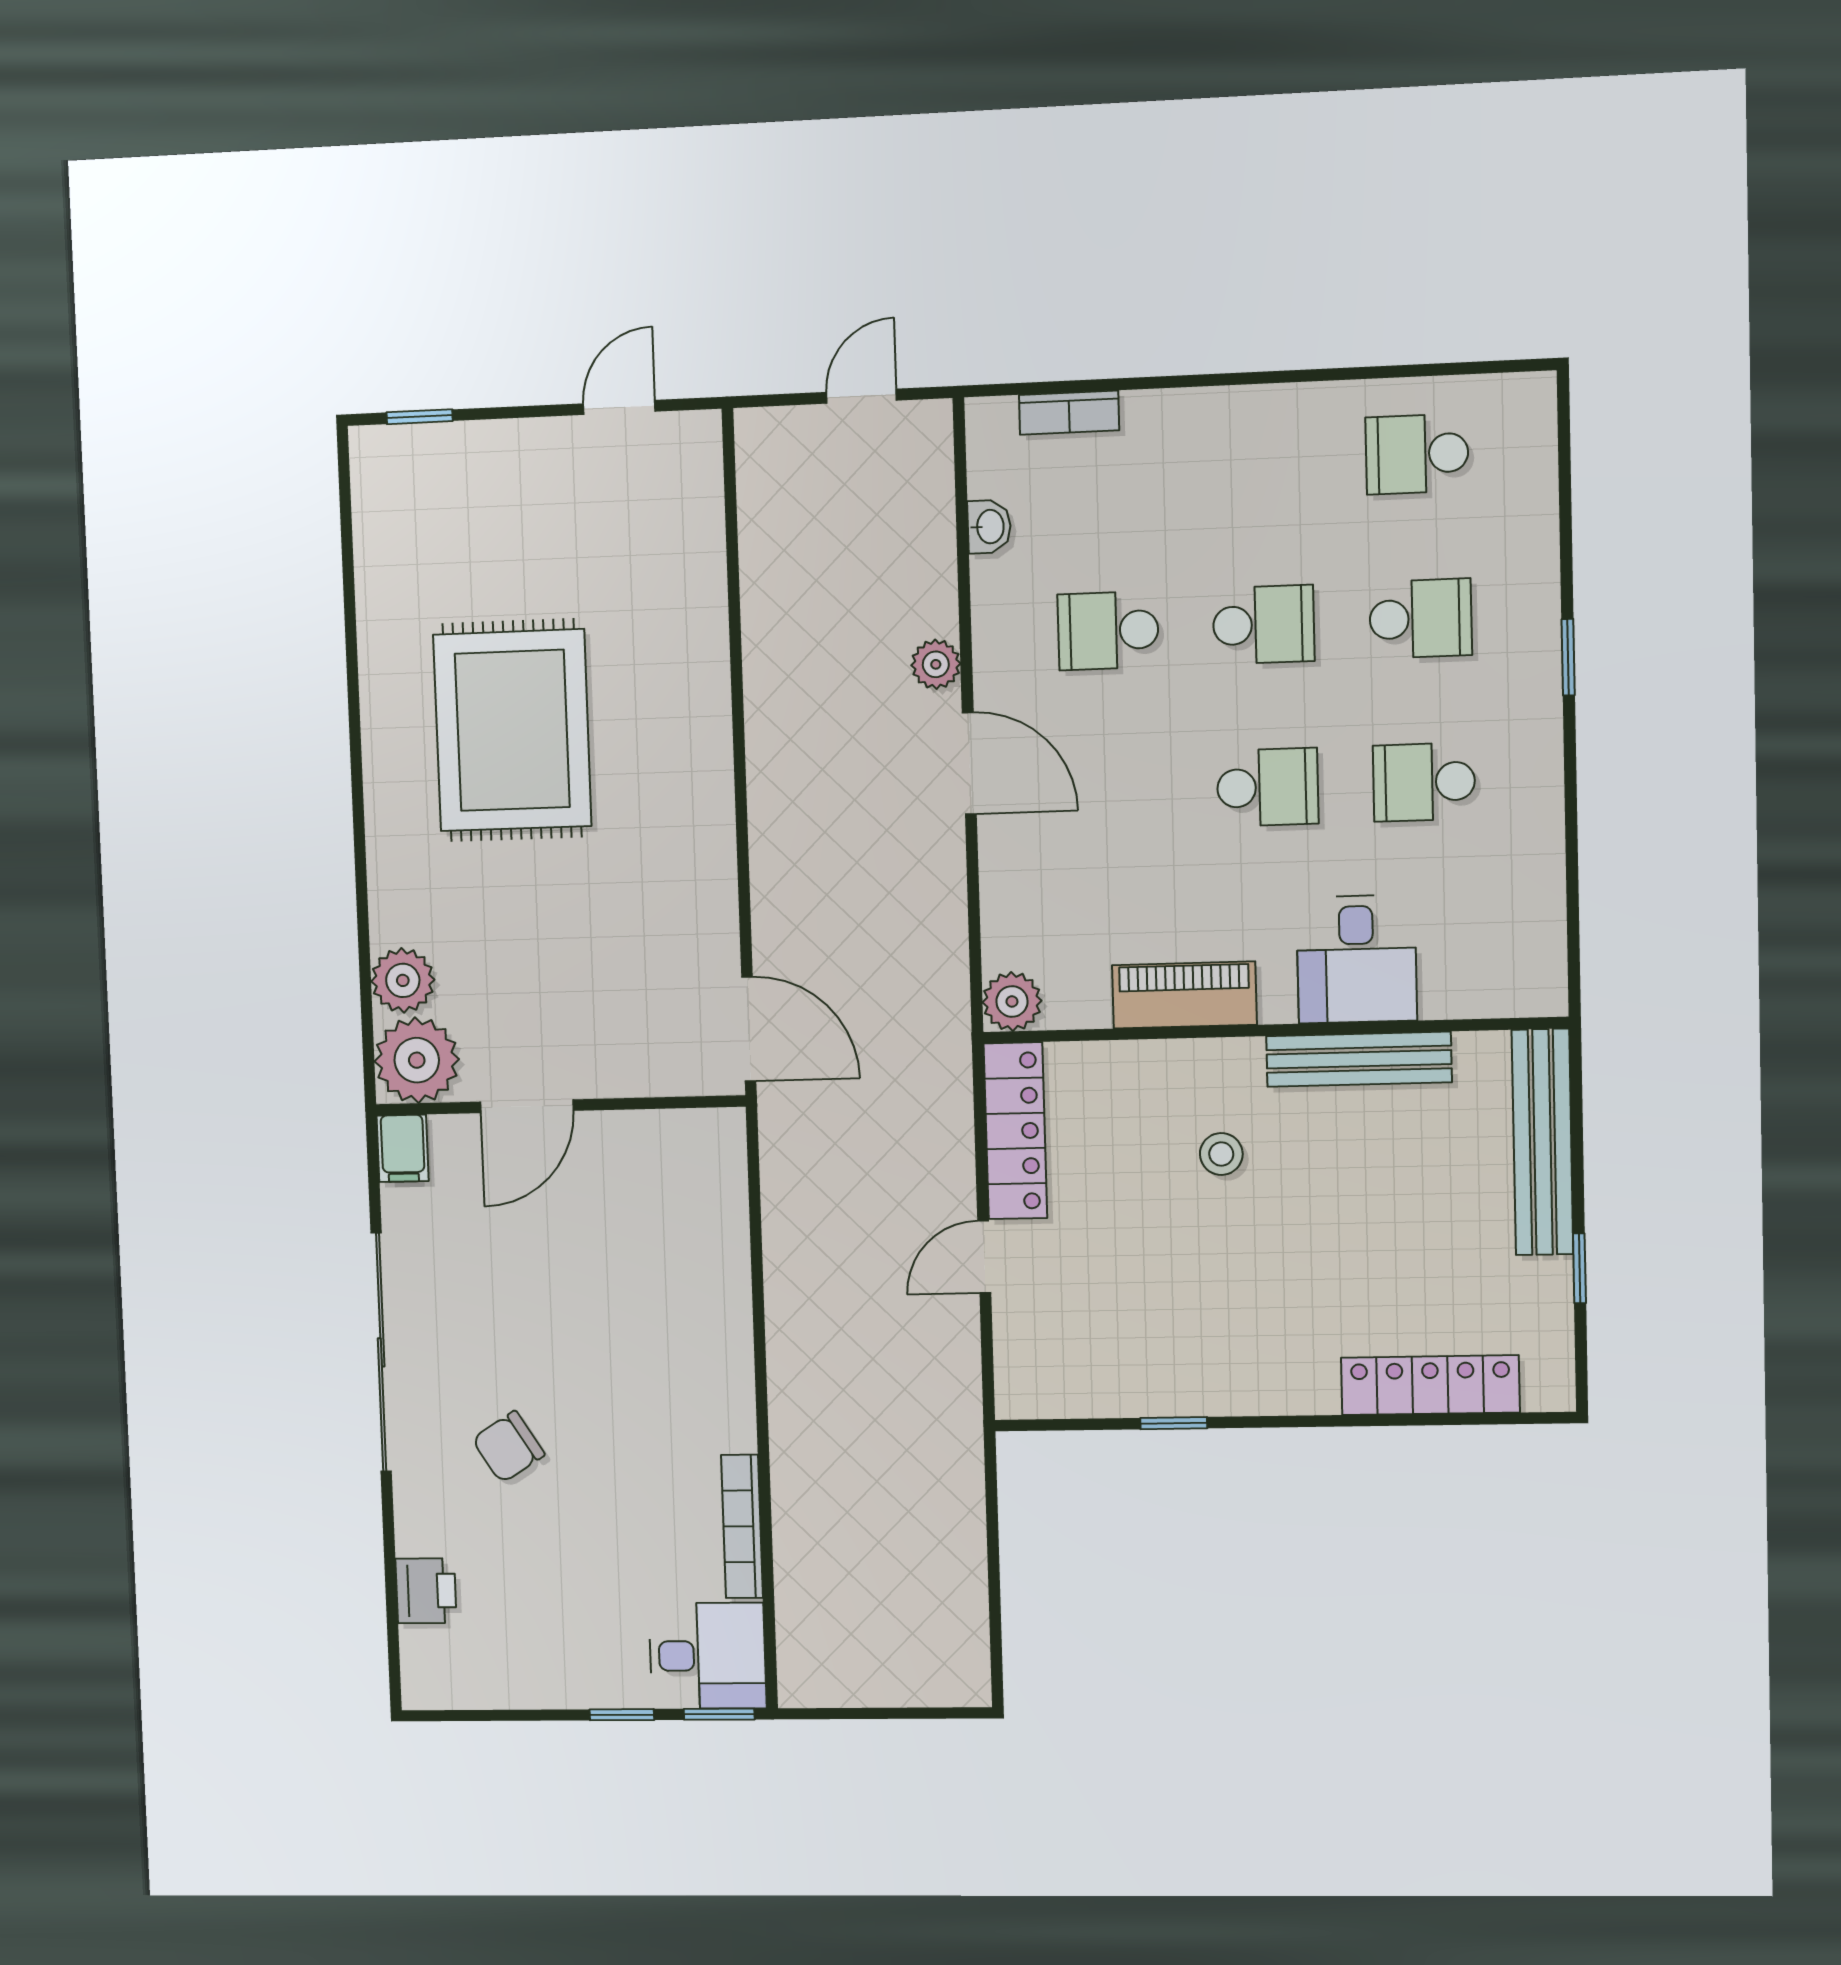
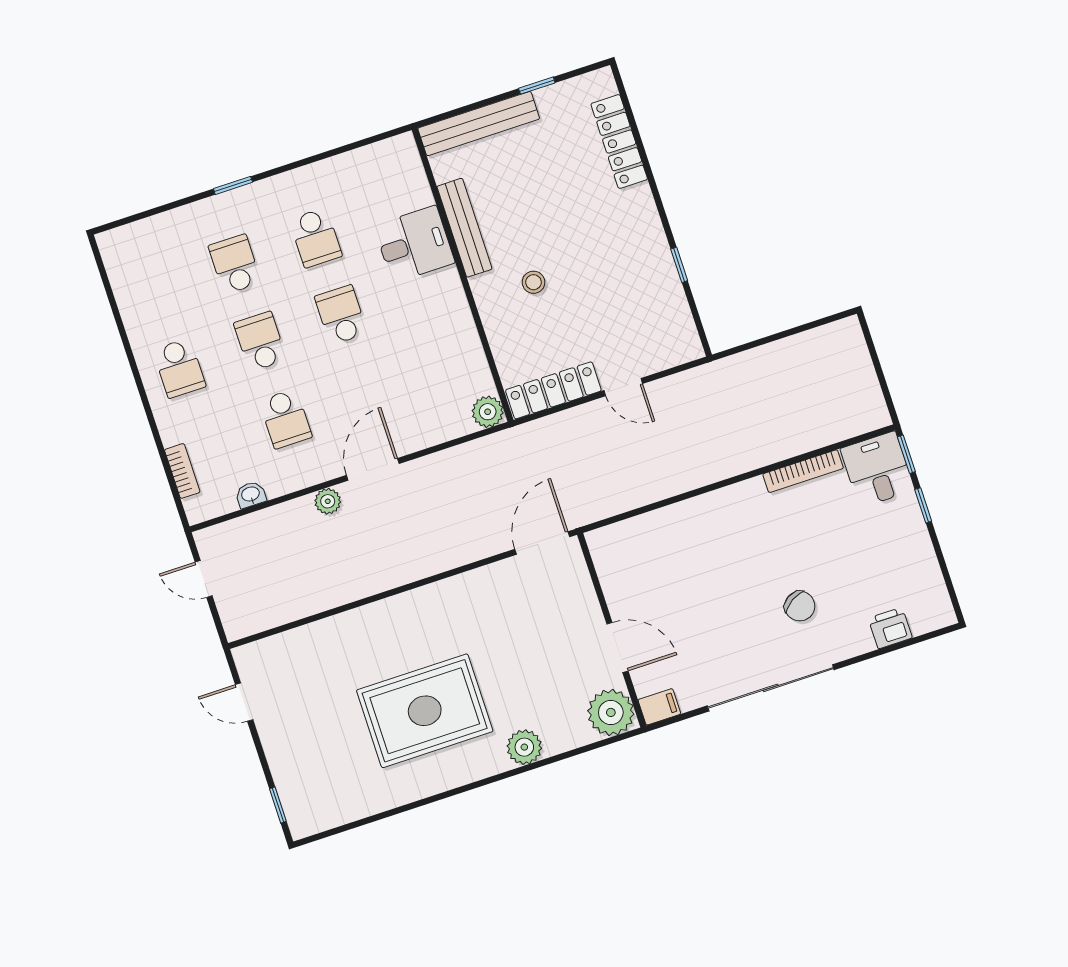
school desk: (1417, 454) -> (179, 368), moved
plant: (403, 980) -> (524, 747), moved
piano: (1184, 995) -> (458, 325), removed

